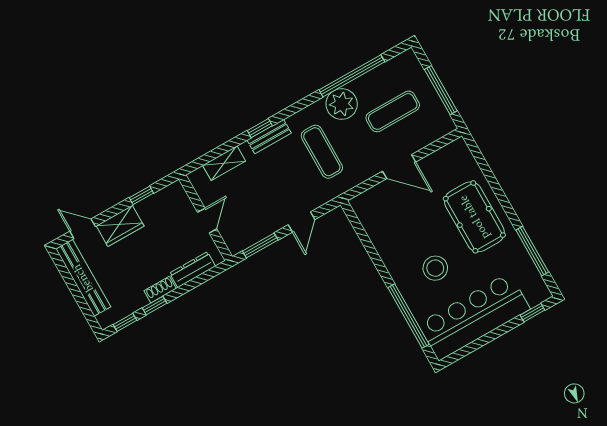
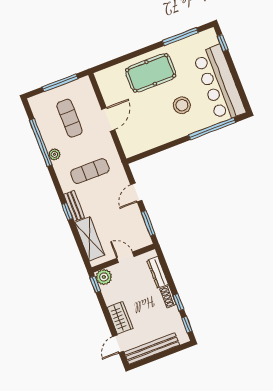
plant: (342, 104) -> (54, 154), width x0.53, depth x0.53
shelving: (224, 163) -> (90, 239), width x1.50, depth x1.33
plant: (175, 194) -> (104, 277), added
window: (141, 195) -> (95, 284), moved
door: (302, 222) -> (136, 192), swing flipped

